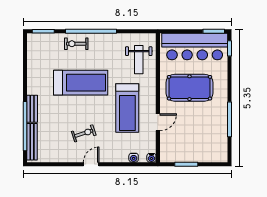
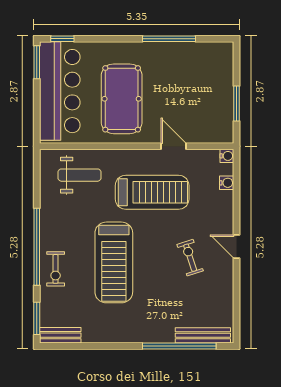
treadmill: (81, 83) -> (114, 262), turned 180
bench: (32, 109) -> (60, 335), moved

